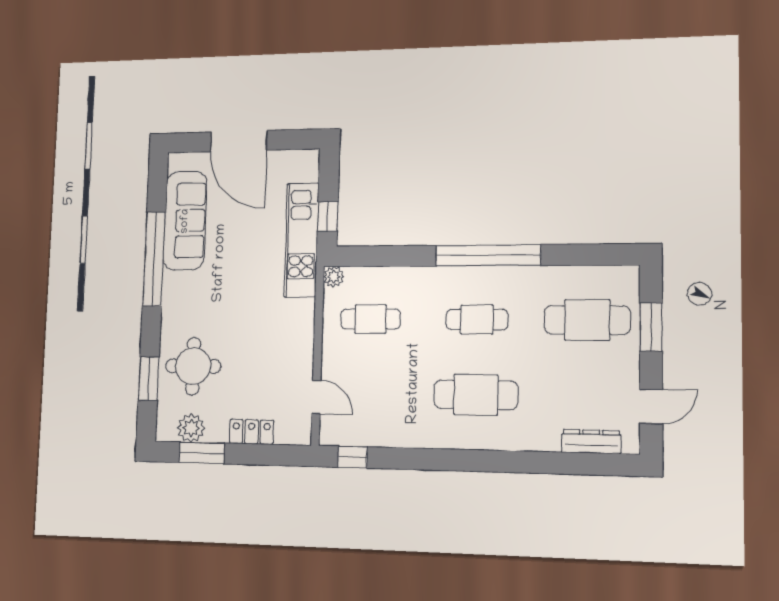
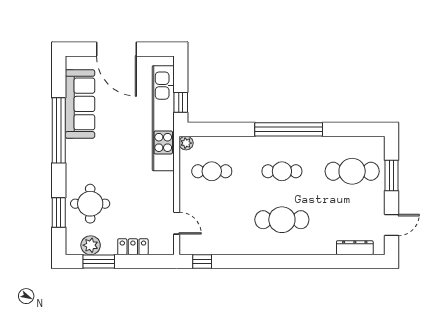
kitchen unit: (302, 240) -> (163, 118), width x1.36

